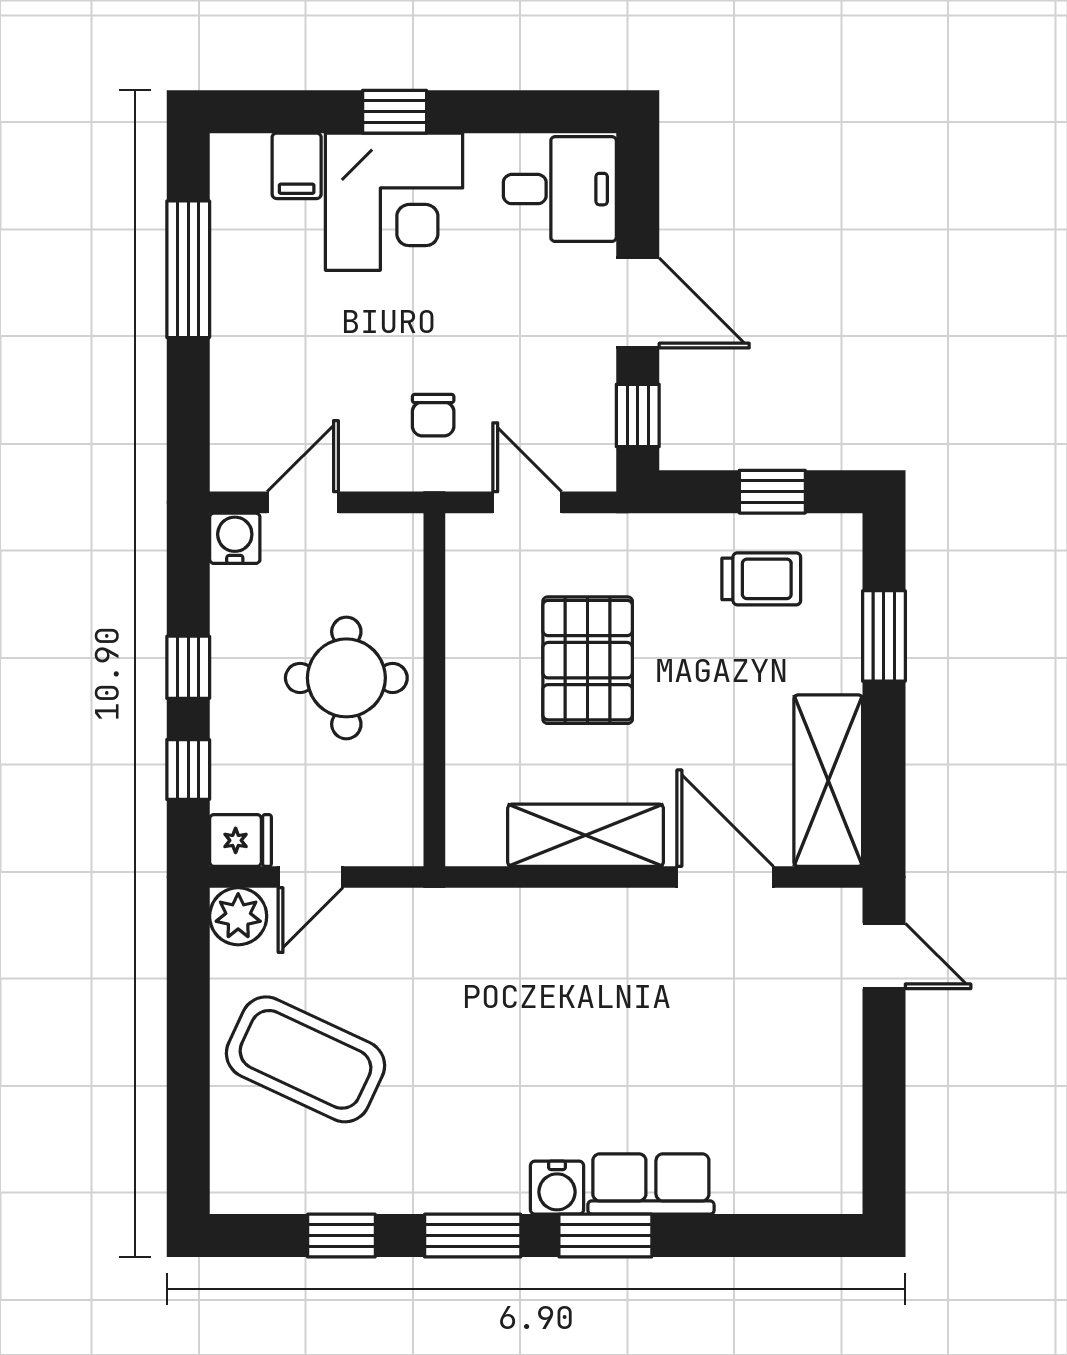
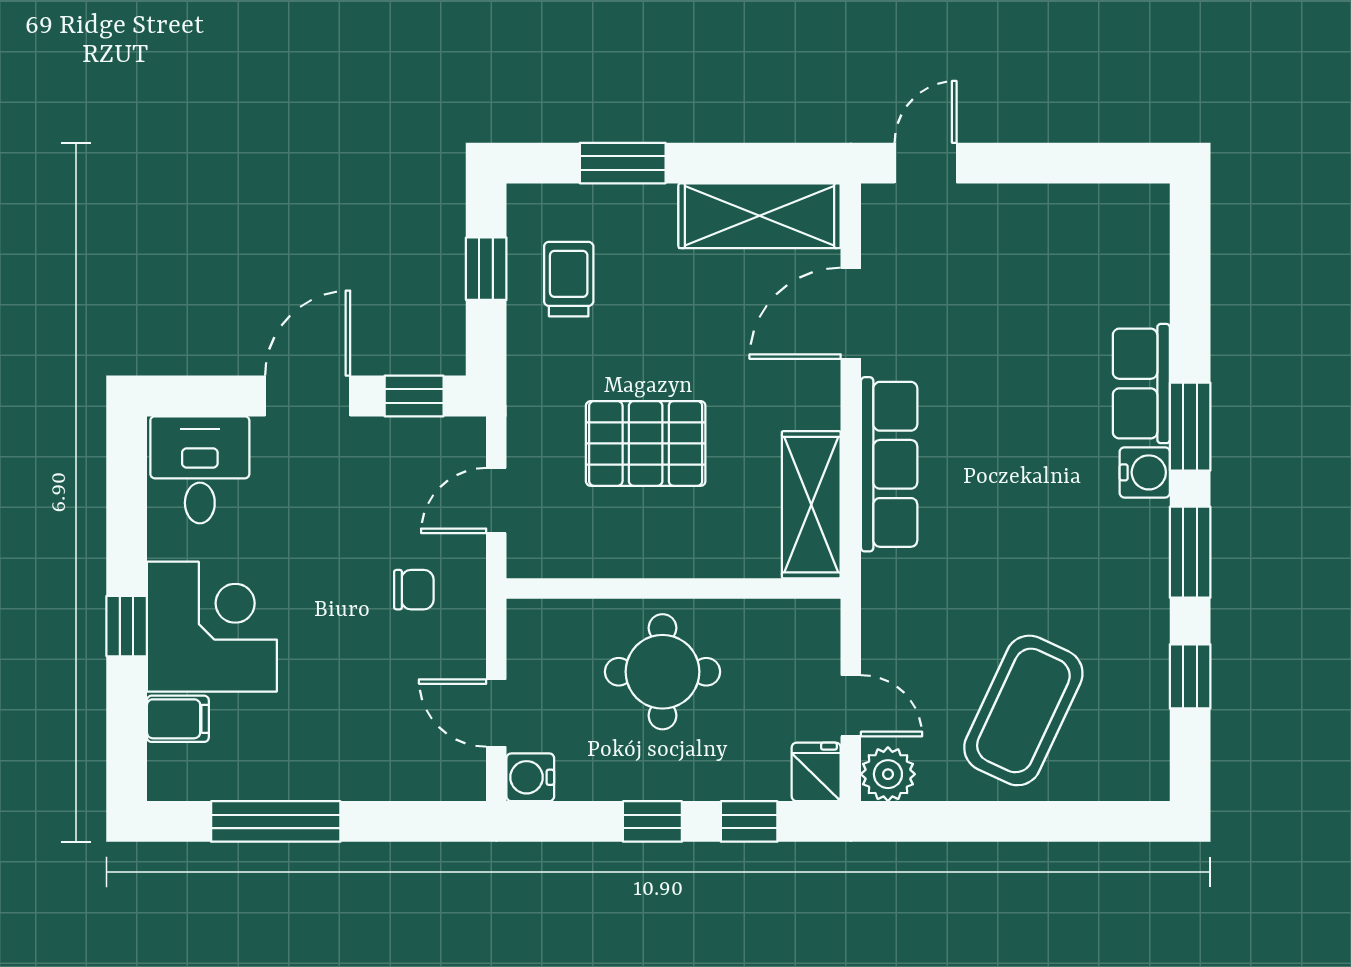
shelving: (586, 835) -> (811, 505), moved
row of seats: (566, 917) -> (889, 464), added

